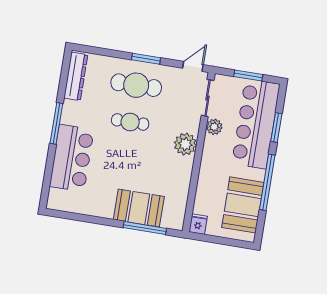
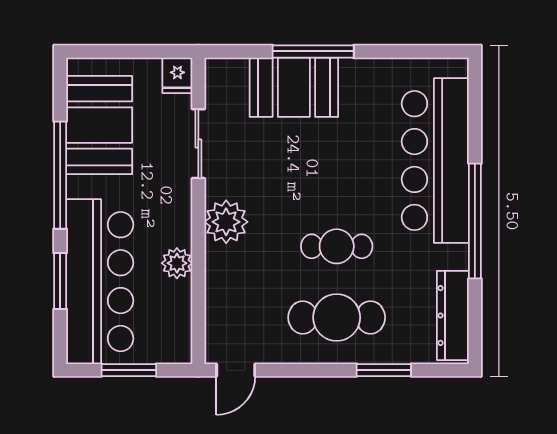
window: (146, 59) -> (384, 370), moved
sliding door: (208, 98) -> (198, 144), moved
window: (56, 123) -> (475, 221), width x1.46
bar counter: (72, 158) -> (435, 161), width x1.36
window: (145, 228) -> (313, 51), moved

